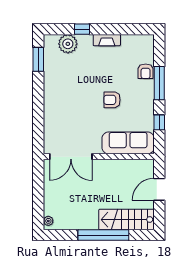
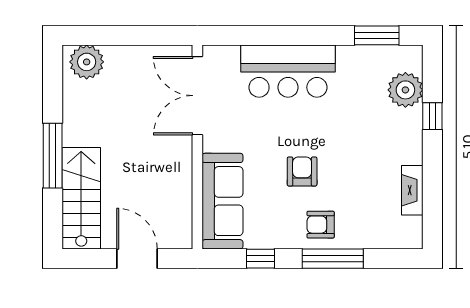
fireplace: (107, 40) -> (412, 190), moved
armchair: (146, 71) -> (321, 225), moved
bar counter: (58, 107) -> (288, 71), added
plant: (48, 221) -> (87, 62), width x1.87, depth x1.87
window: (103, 235) -> (53, 156), width x0.68

